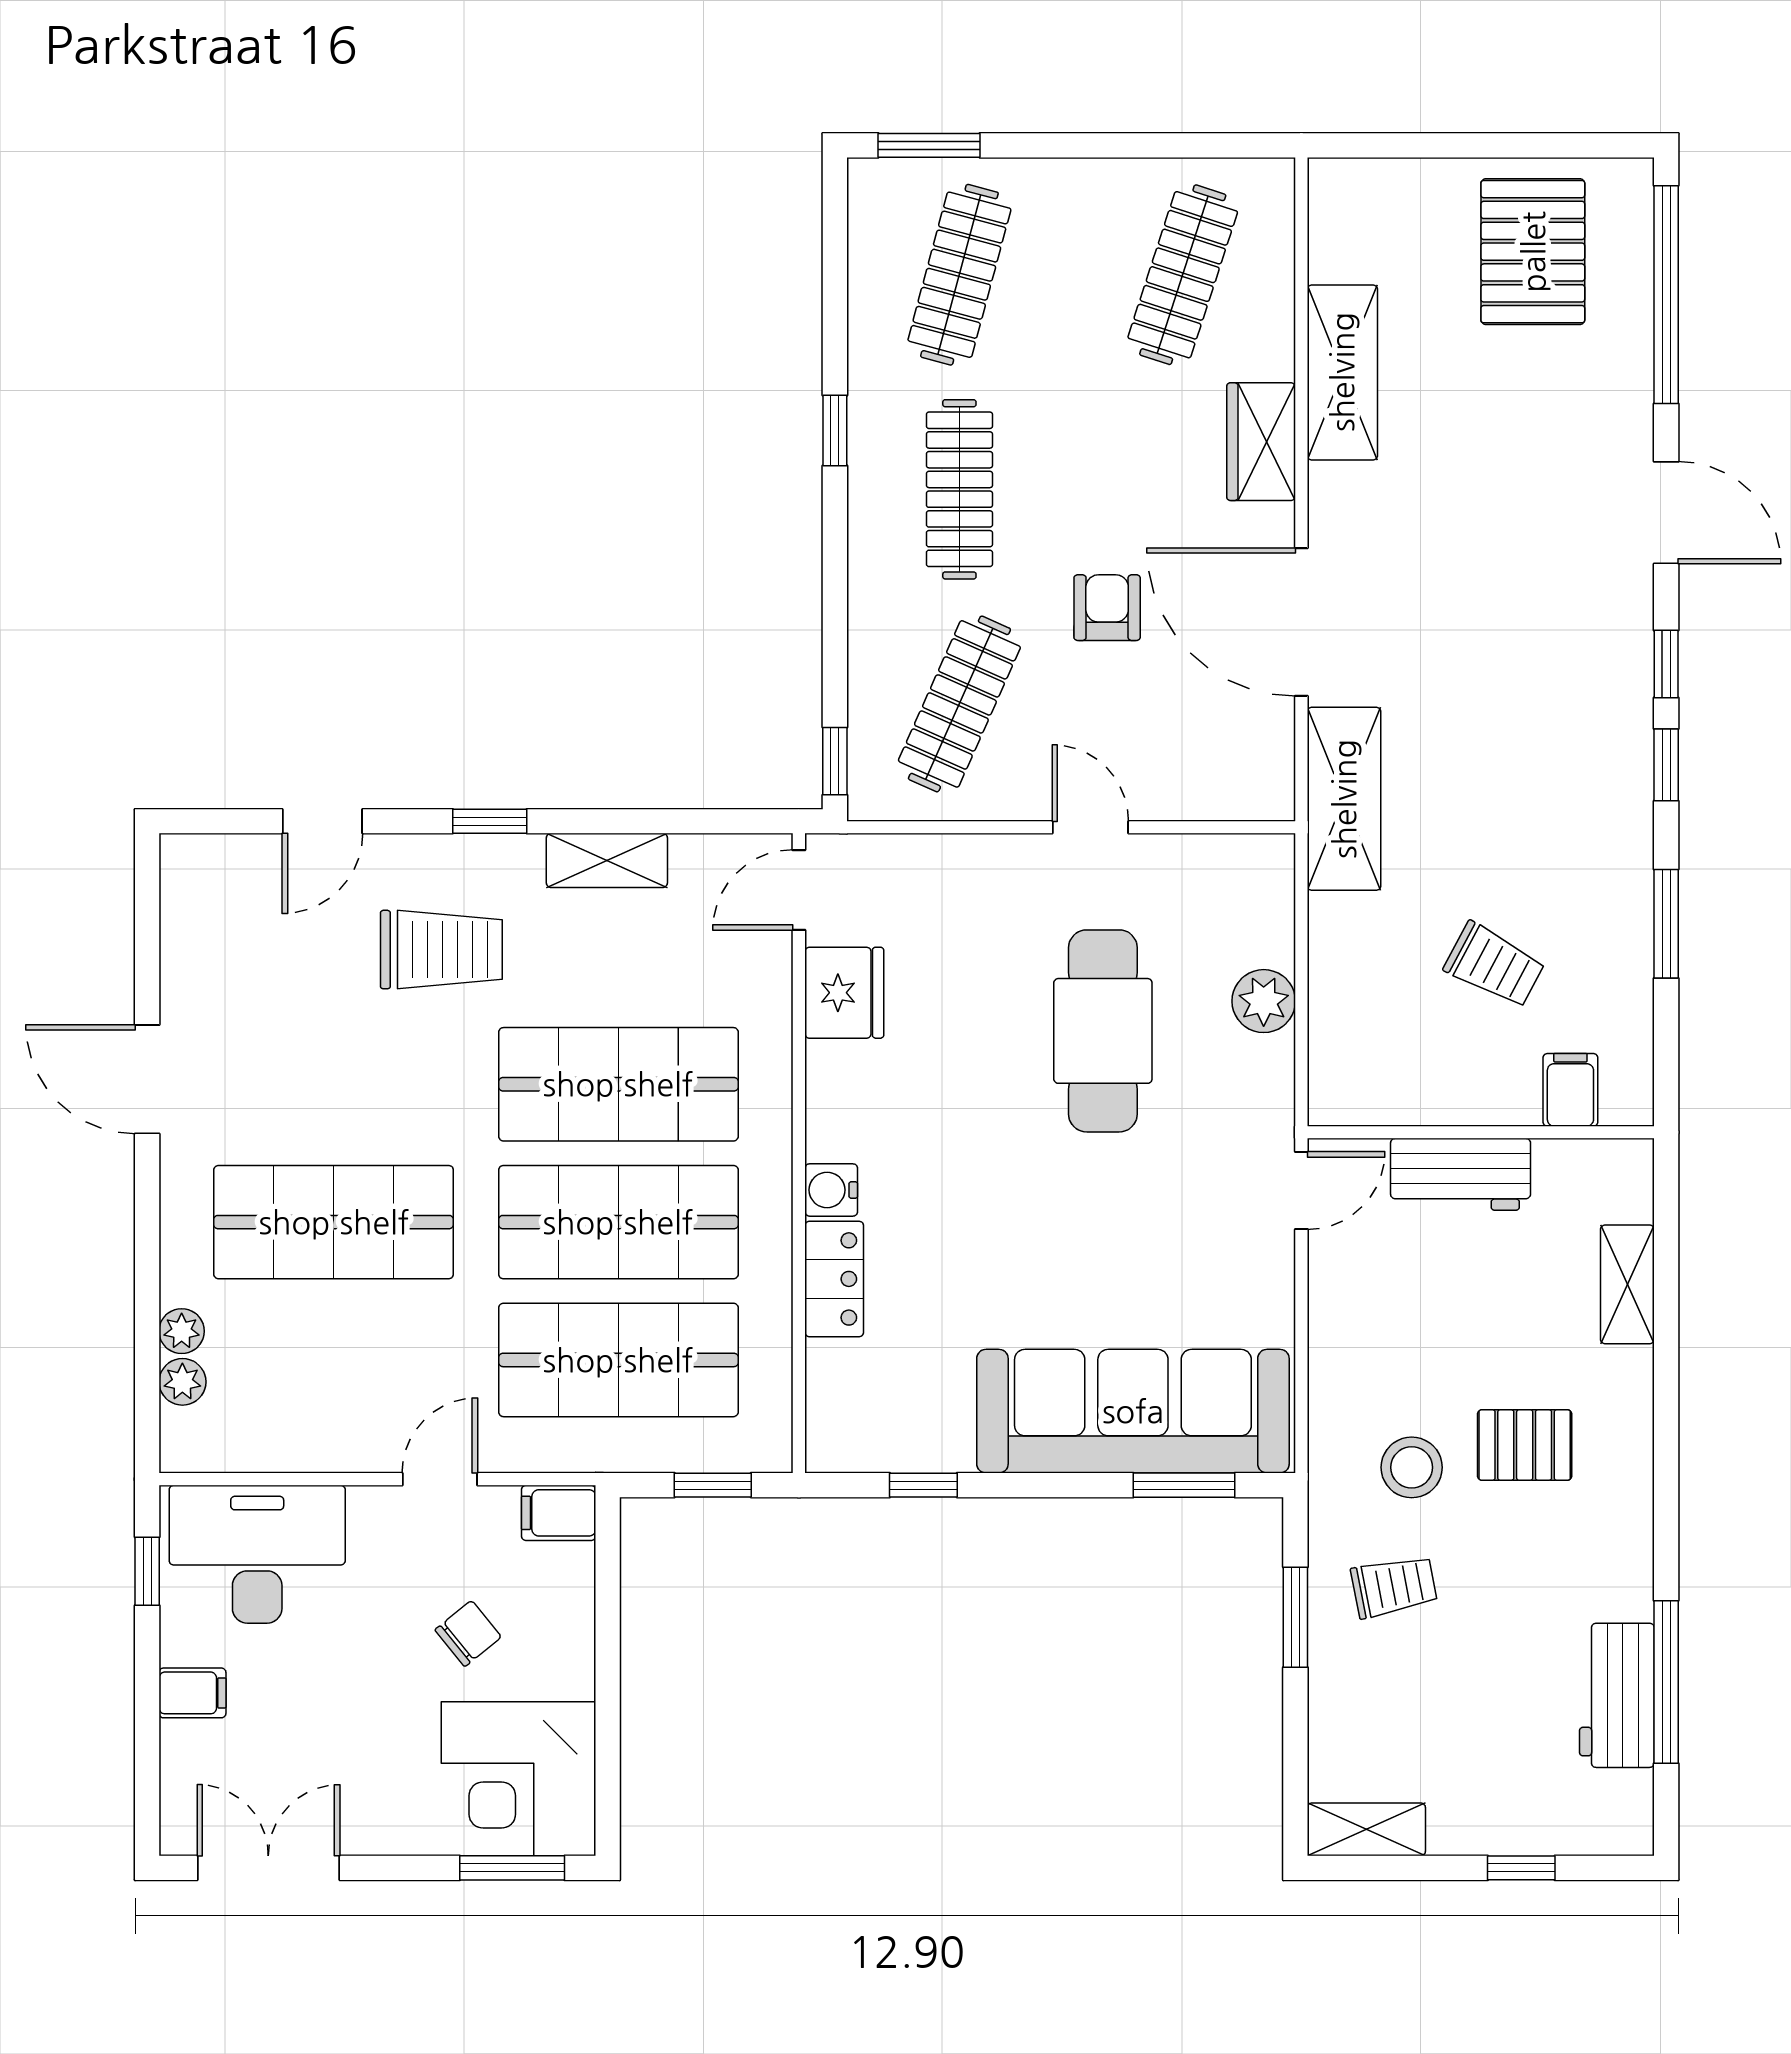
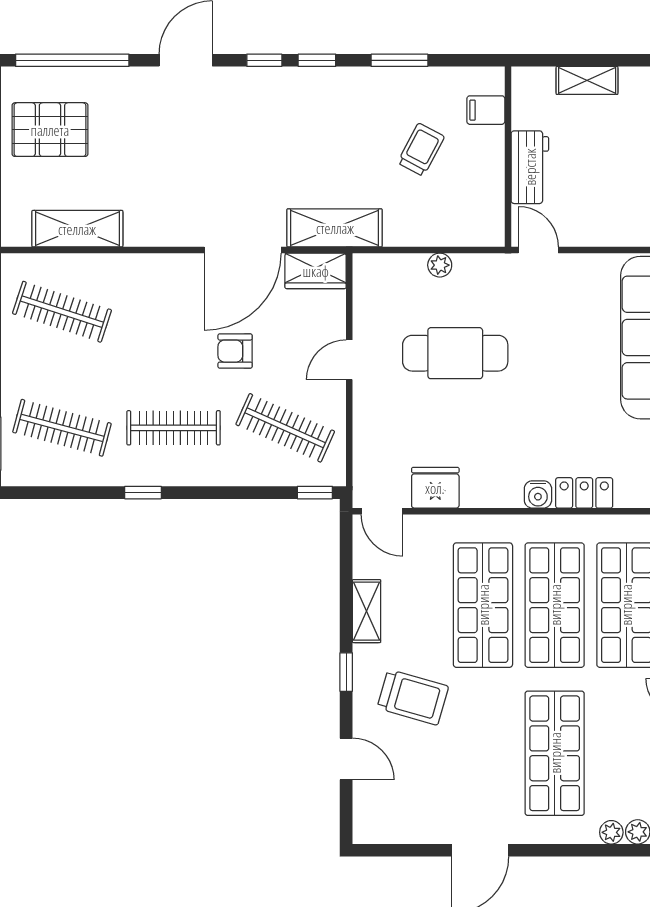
shelving: (1342, 372) -> (77, 229), moved
wardrobe: (1261, 442) -> (316, 271), moved
trolley: (441, 950) -> (413, 697), turned 106
plant: (1264, 1001) -> (440, 265), width x0.73, depth x0.73

